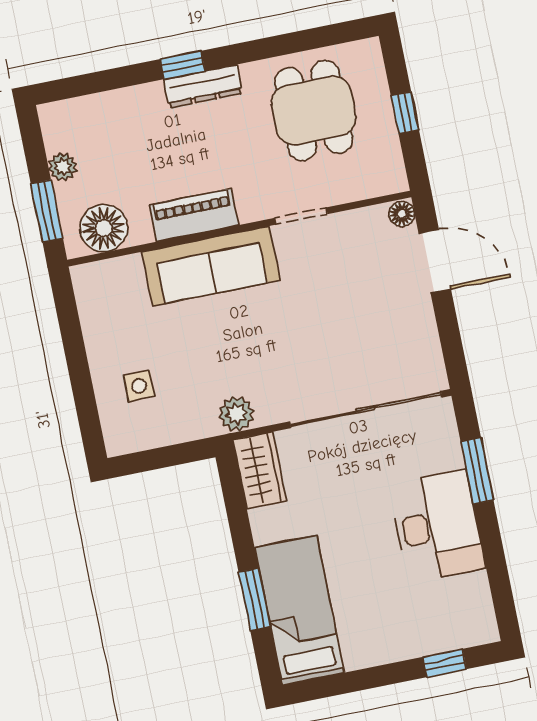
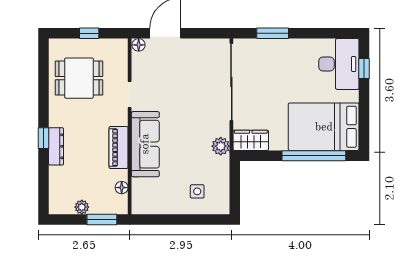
dresser: (203, 86) -> (56, 146), moved
floor lamp: (104, 228) -> (122, 188), width x0.53, depth x0.53
desk: (437, 526) -> (339, 64), moved, turned 90
window: (255, 599) -> (314, 156), width x2.11
bed: (299, 610) -> (324, 127), width x1.50

